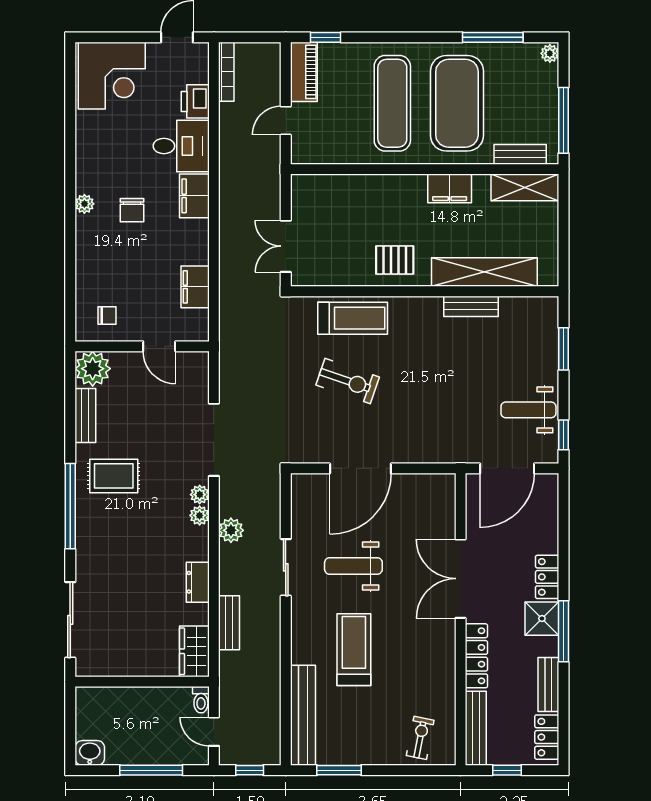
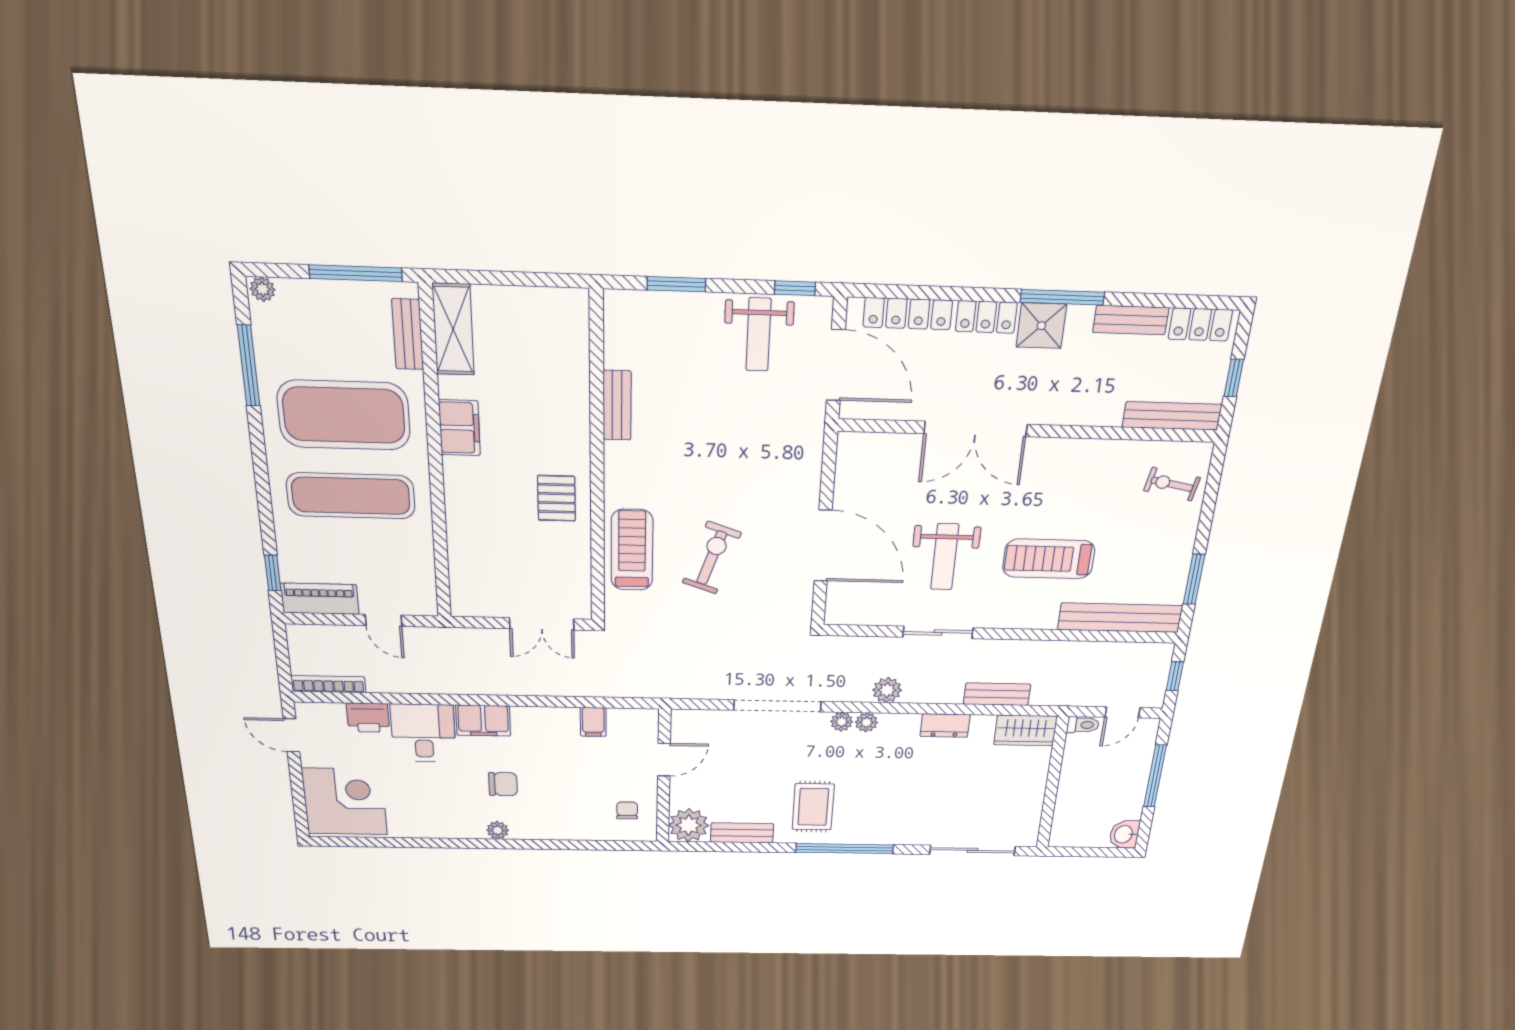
shelving: (484, 272) -> (571, 387), removed
filing cabinet: (195, 287) -> (593, 722), width x0.50
locker: (476, 656) -> (908, 314), moved, turned 180

